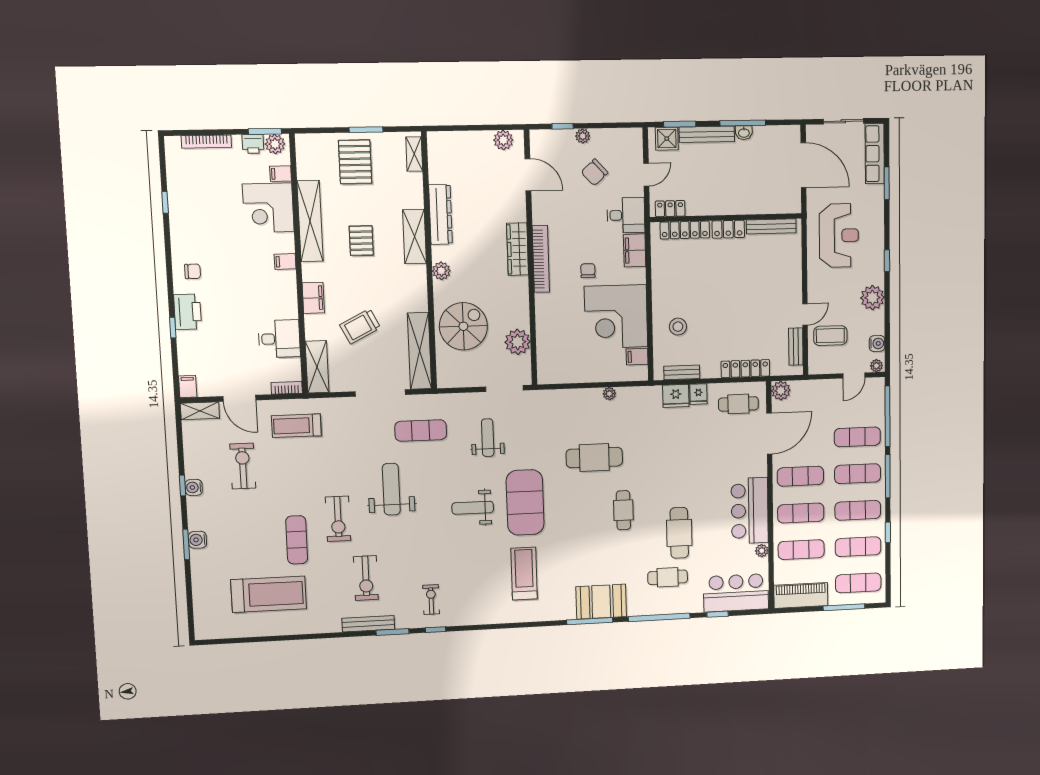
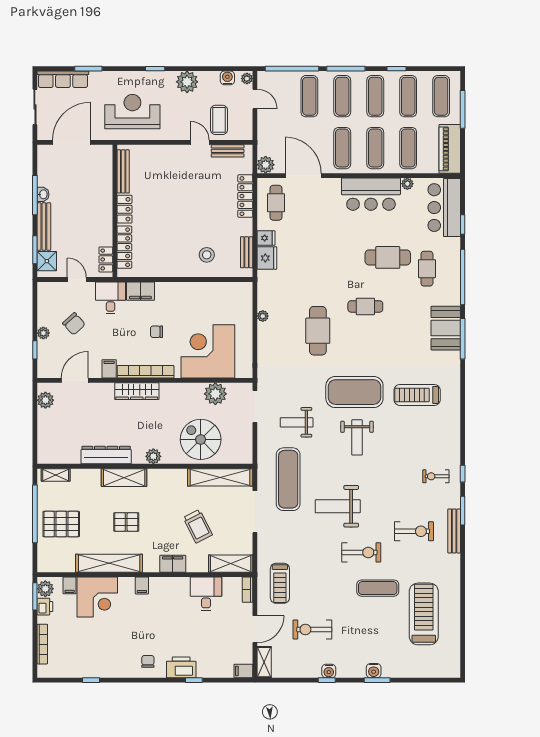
window: (366, 130) -> (35, 514), width x2.11
corner desk: (616, 317) -> (208, 351), moved, turned 180
filing cabinet: (637, 357) -> (109, 369), moved, turned 180
exercise mat: (421, 430) -> (288, 479), width x1.36, depth x1.45

